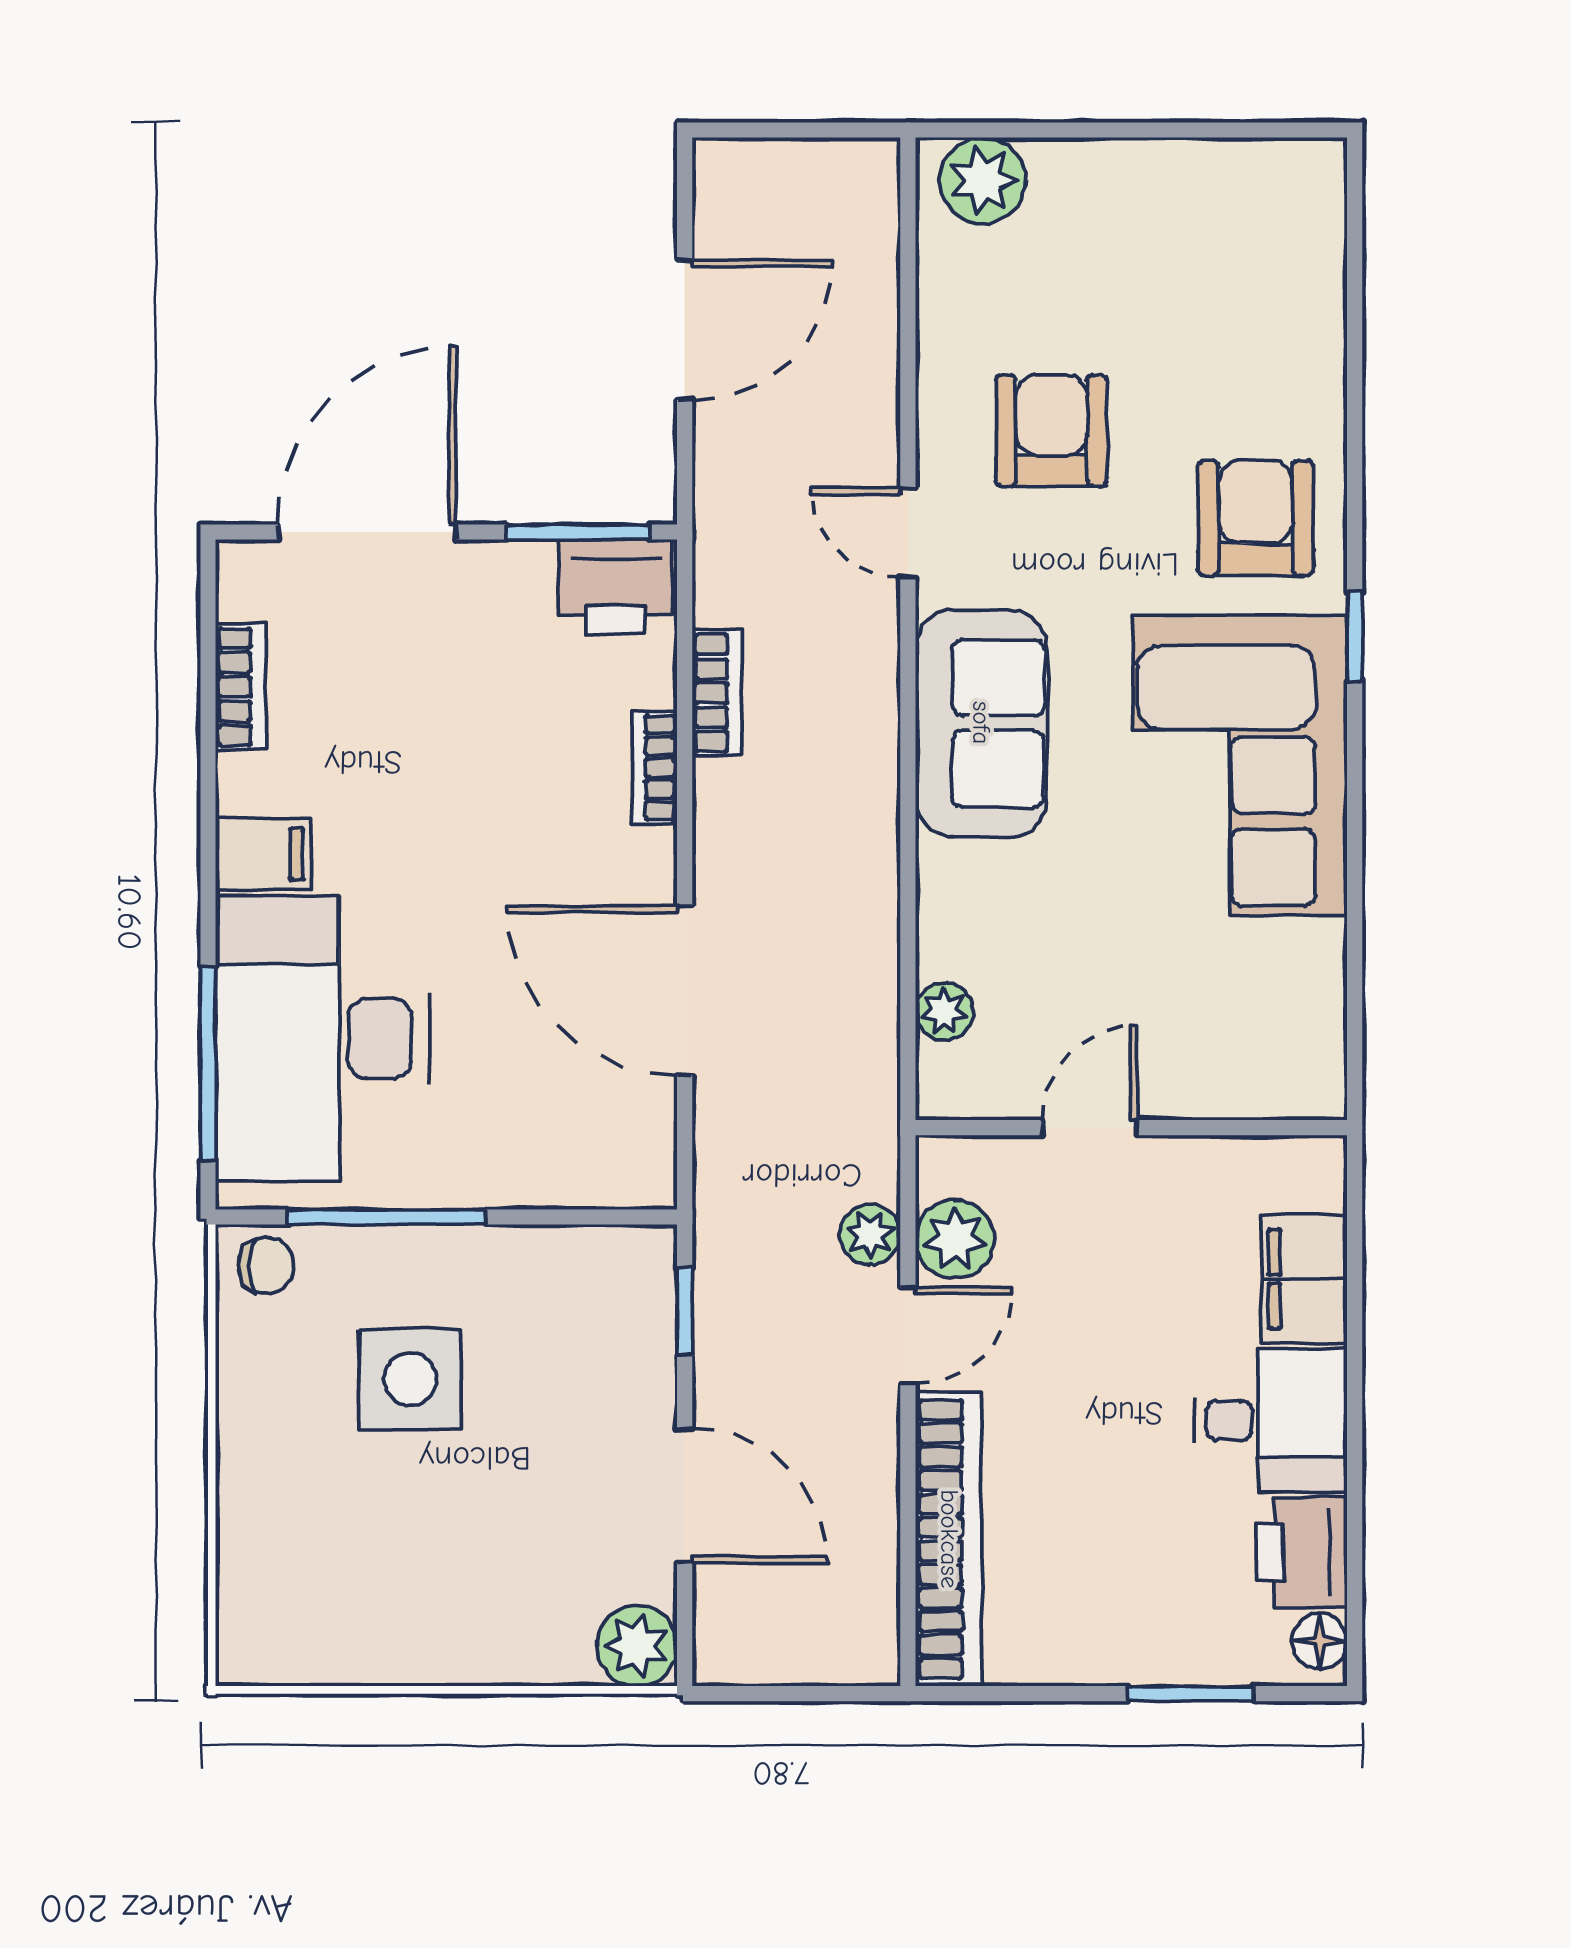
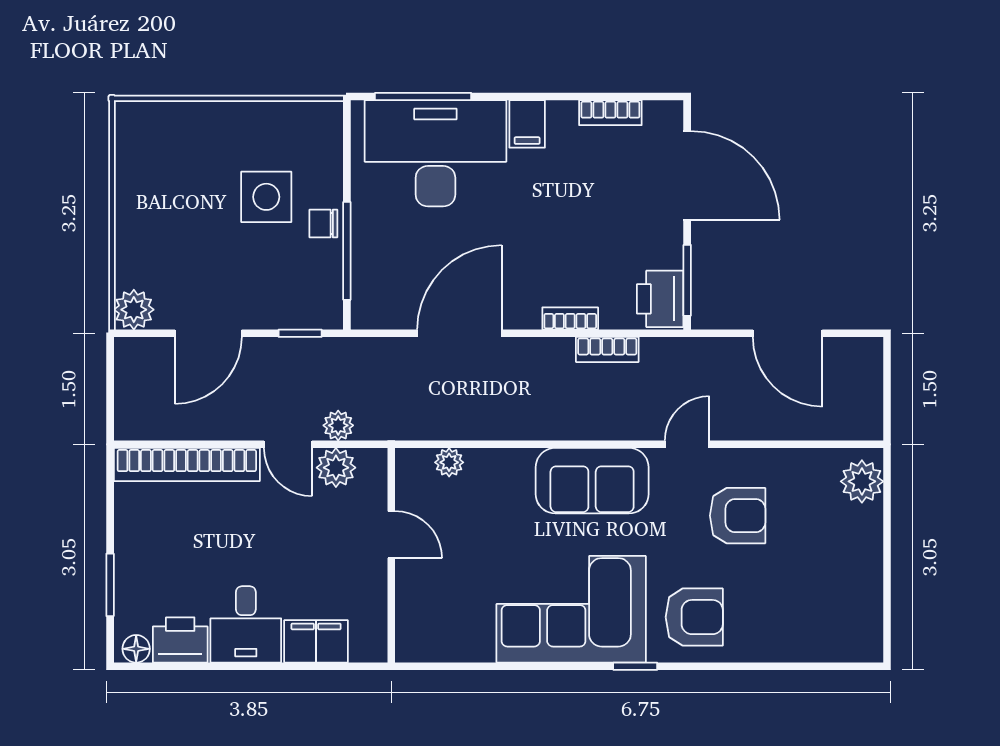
window: (387, 1217) -> (347, 251), moved
chair: (266, 1265) -> (323, 223), moved, turned 90

